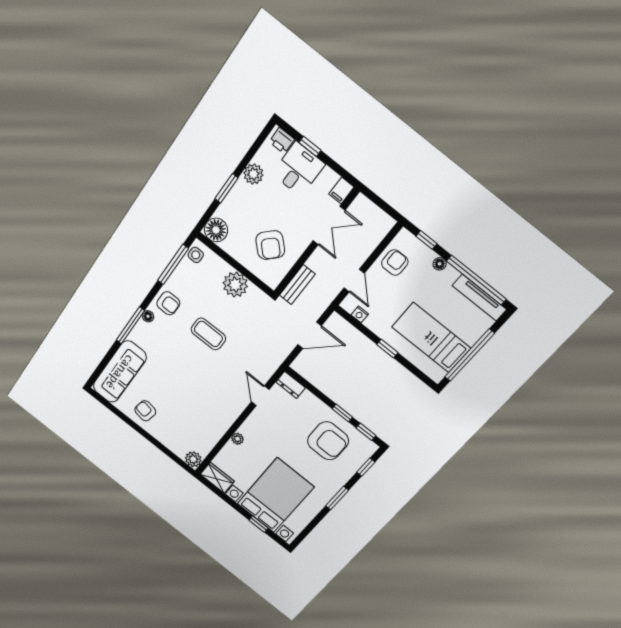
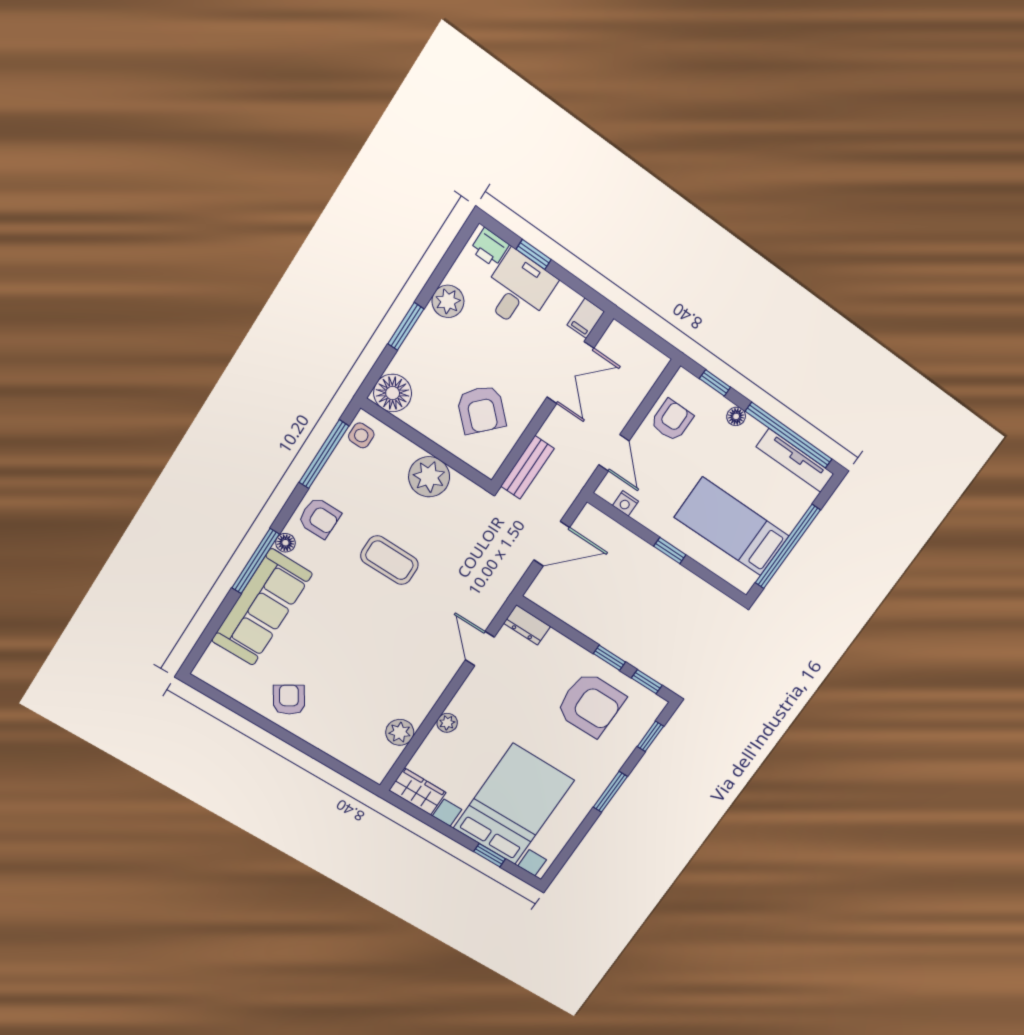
sofa: (120, 372) -> (262, 607), moved
armchair: (145, 411) -> (289, 700), turned 47
plant: (193, 459) -> (400, 732), moved

